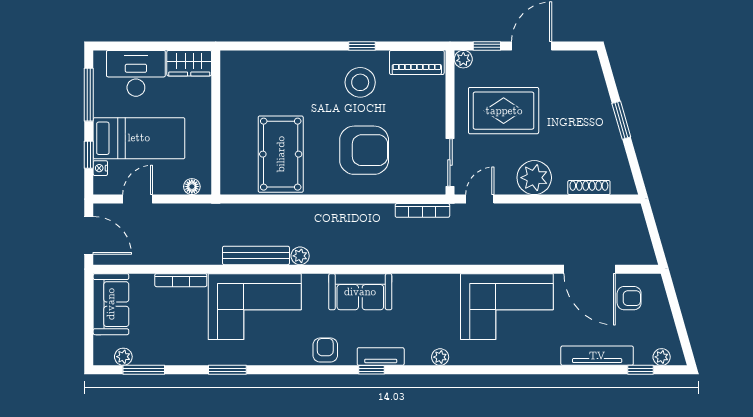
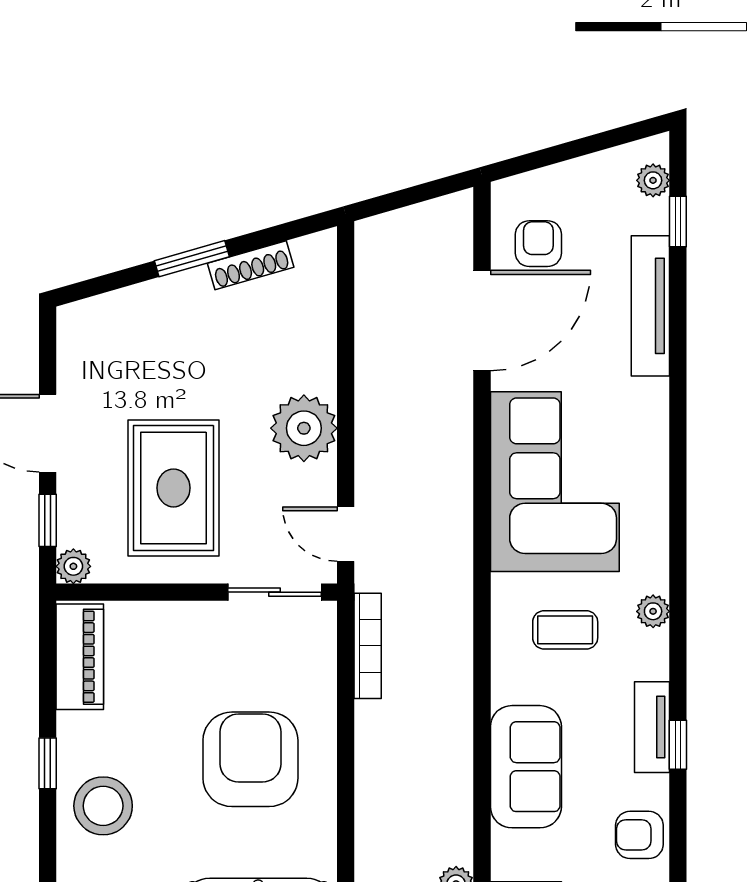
stool: (360, 82) -> (103, 806), moved
shoe rack: (589, 188) -> (251, 265), moved, turned -106
coffee table: (431, 312) -> (565, 630), added

